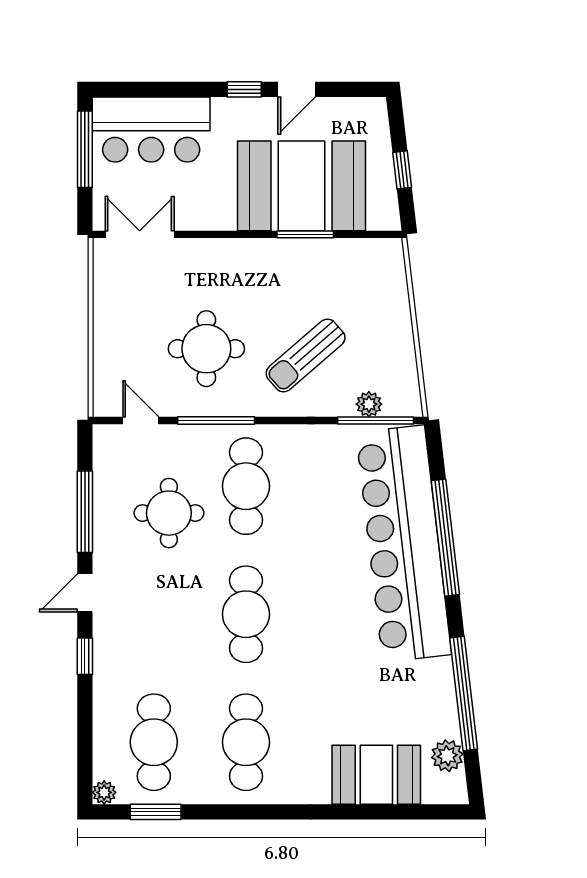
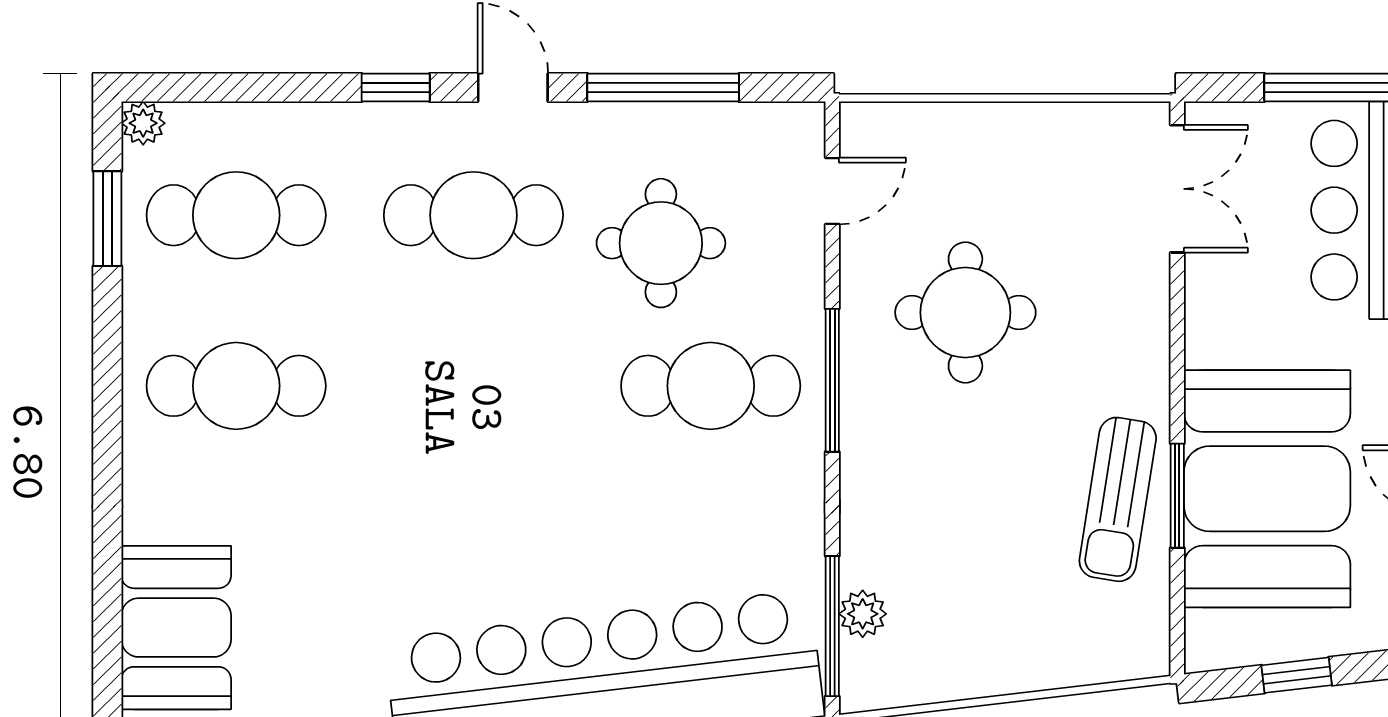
sun lounger: (306, 356) -> (1118, 499), moved, turned -130
window: (216, 421) -> (832, 380), moved
cafe table: (246, 614) -> (473, 215), moved

